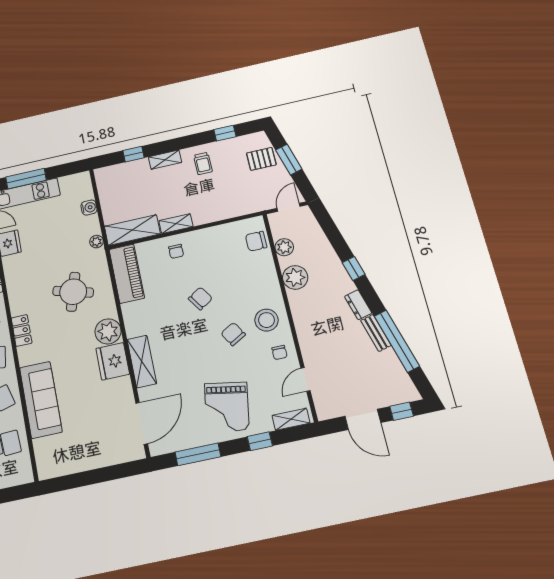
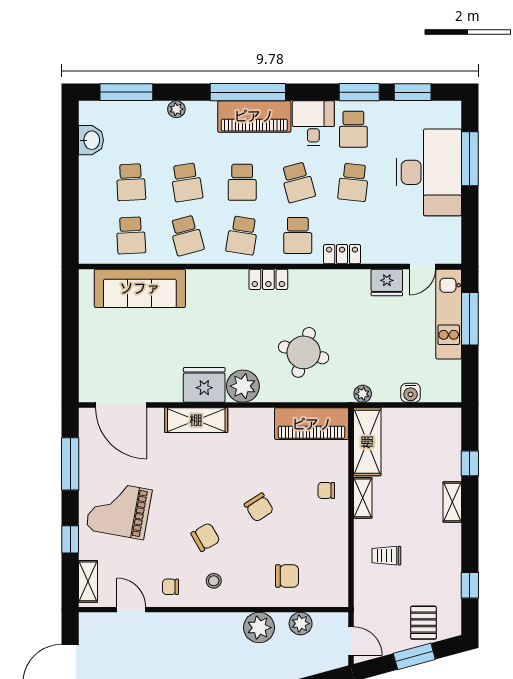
trolley: (203, 163) -> (386, 556), moved
chair: (256, 241) -> (287, 576), moved, turned 90
stool: (266, 320) -> (214, 581), width x0.53, depth x0.53
sofa: (41, 400) -> (140, 288), moved

